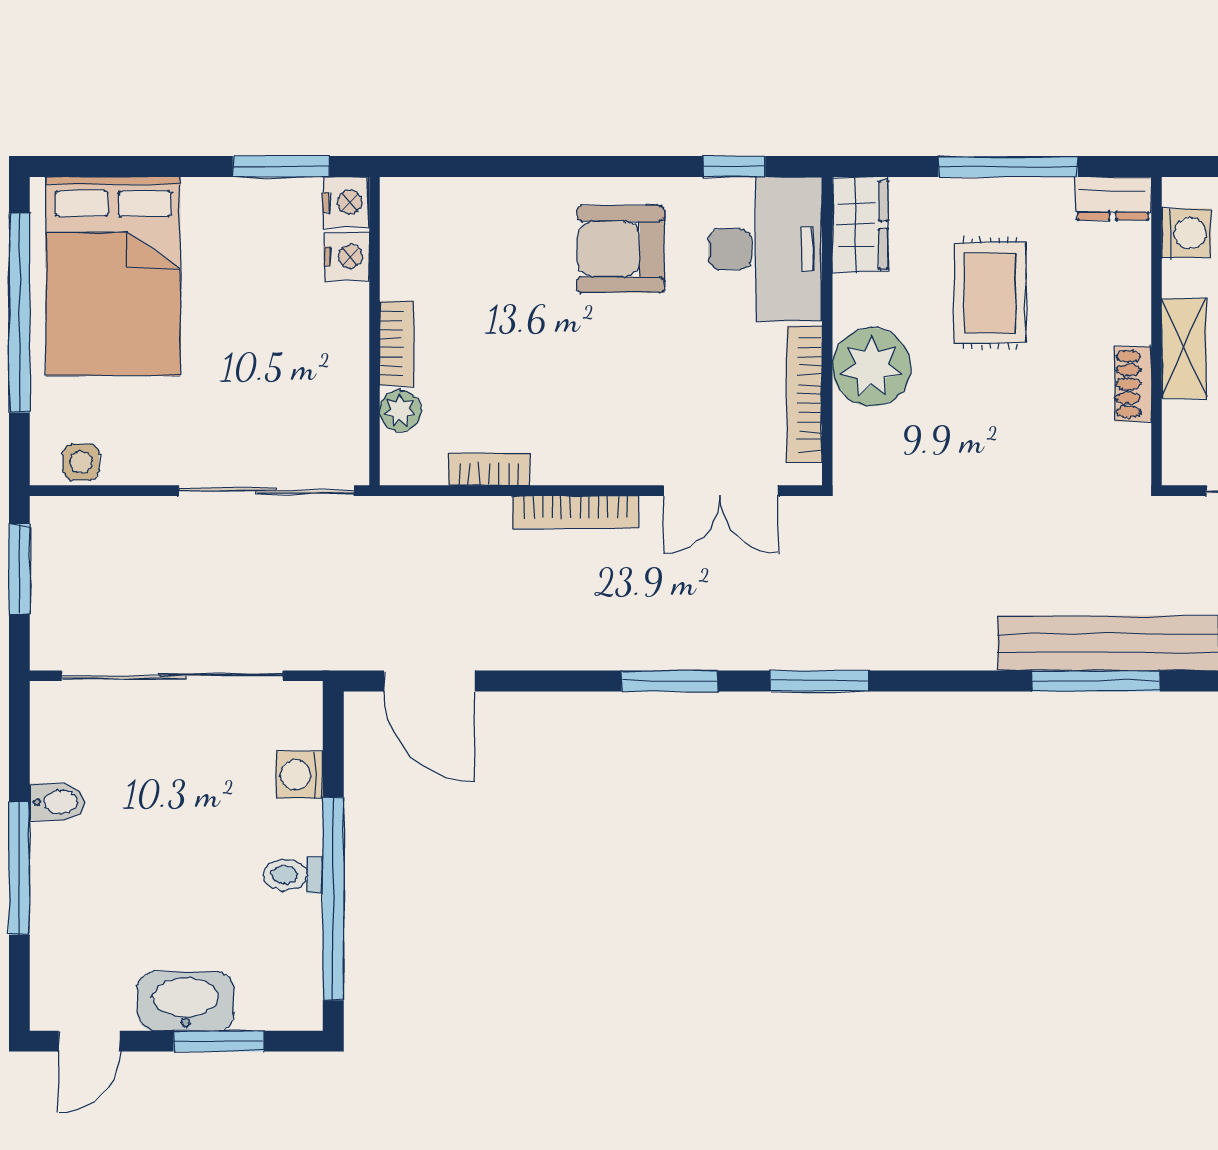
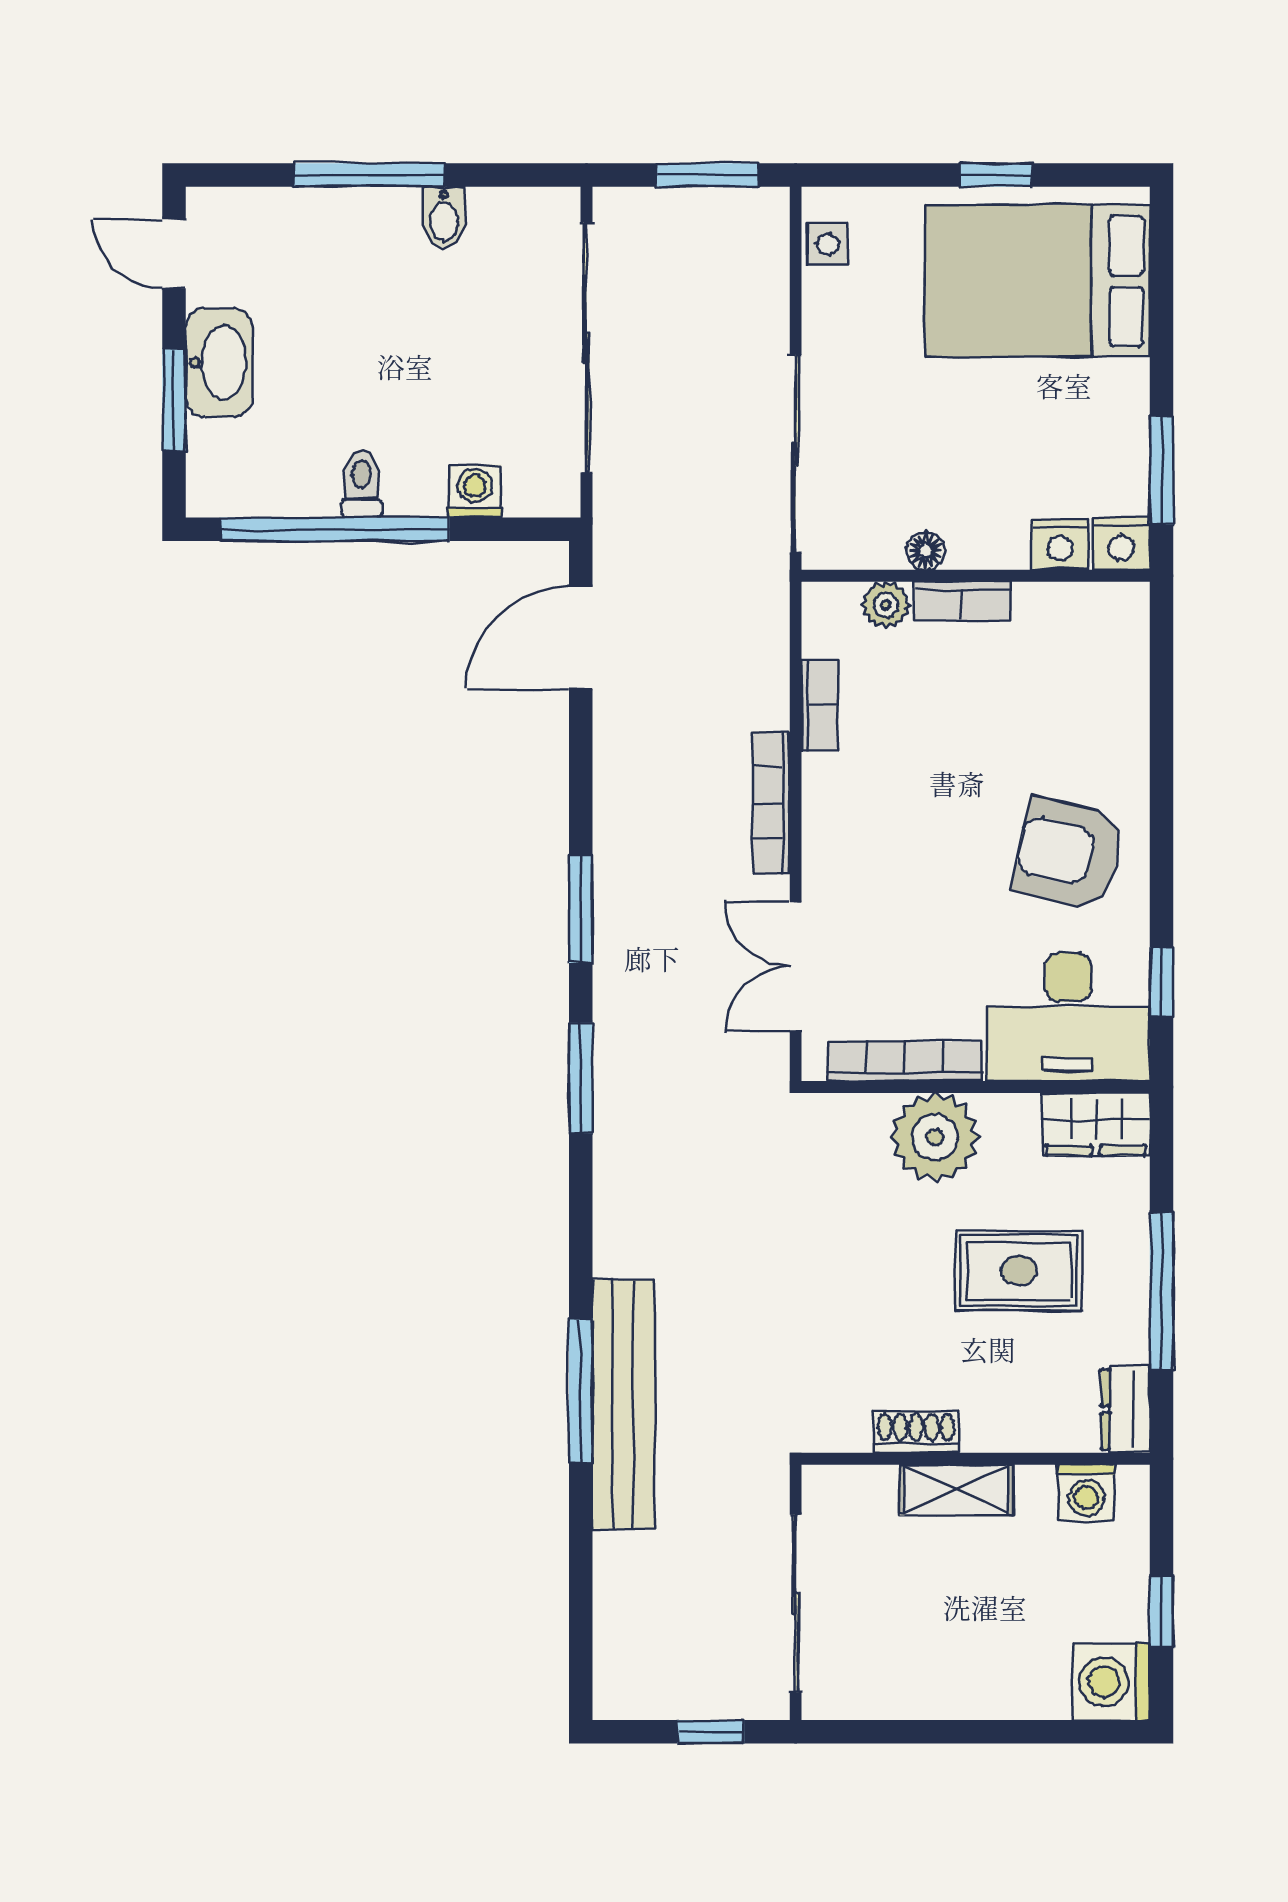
armchair: (621, 249) -> (1068, 854), turned -77
window: (19, 313) -> (996, 175), width x0.32
floor lamp: (352, 375) -> (926, 551), added

